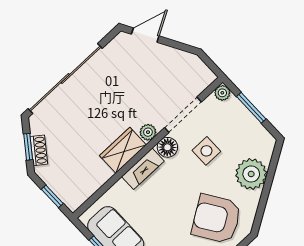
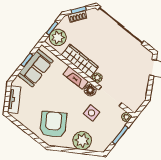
wardrobe: (123, 150) -> (80, 61), width x1.50
plant: (69, 189) -> (58, 37), added

